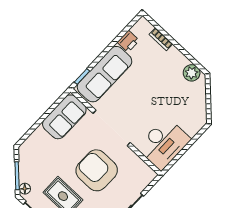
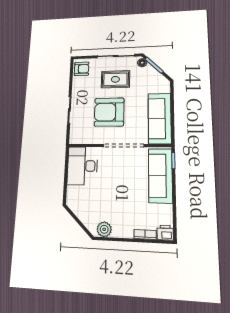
printer: (128, 41) -> (165, 233), moved, turned 90
sofa: (64, 117) -> (160, 118), width x1.36
armchair: (97, 170) -> (109, 112), turned 180

